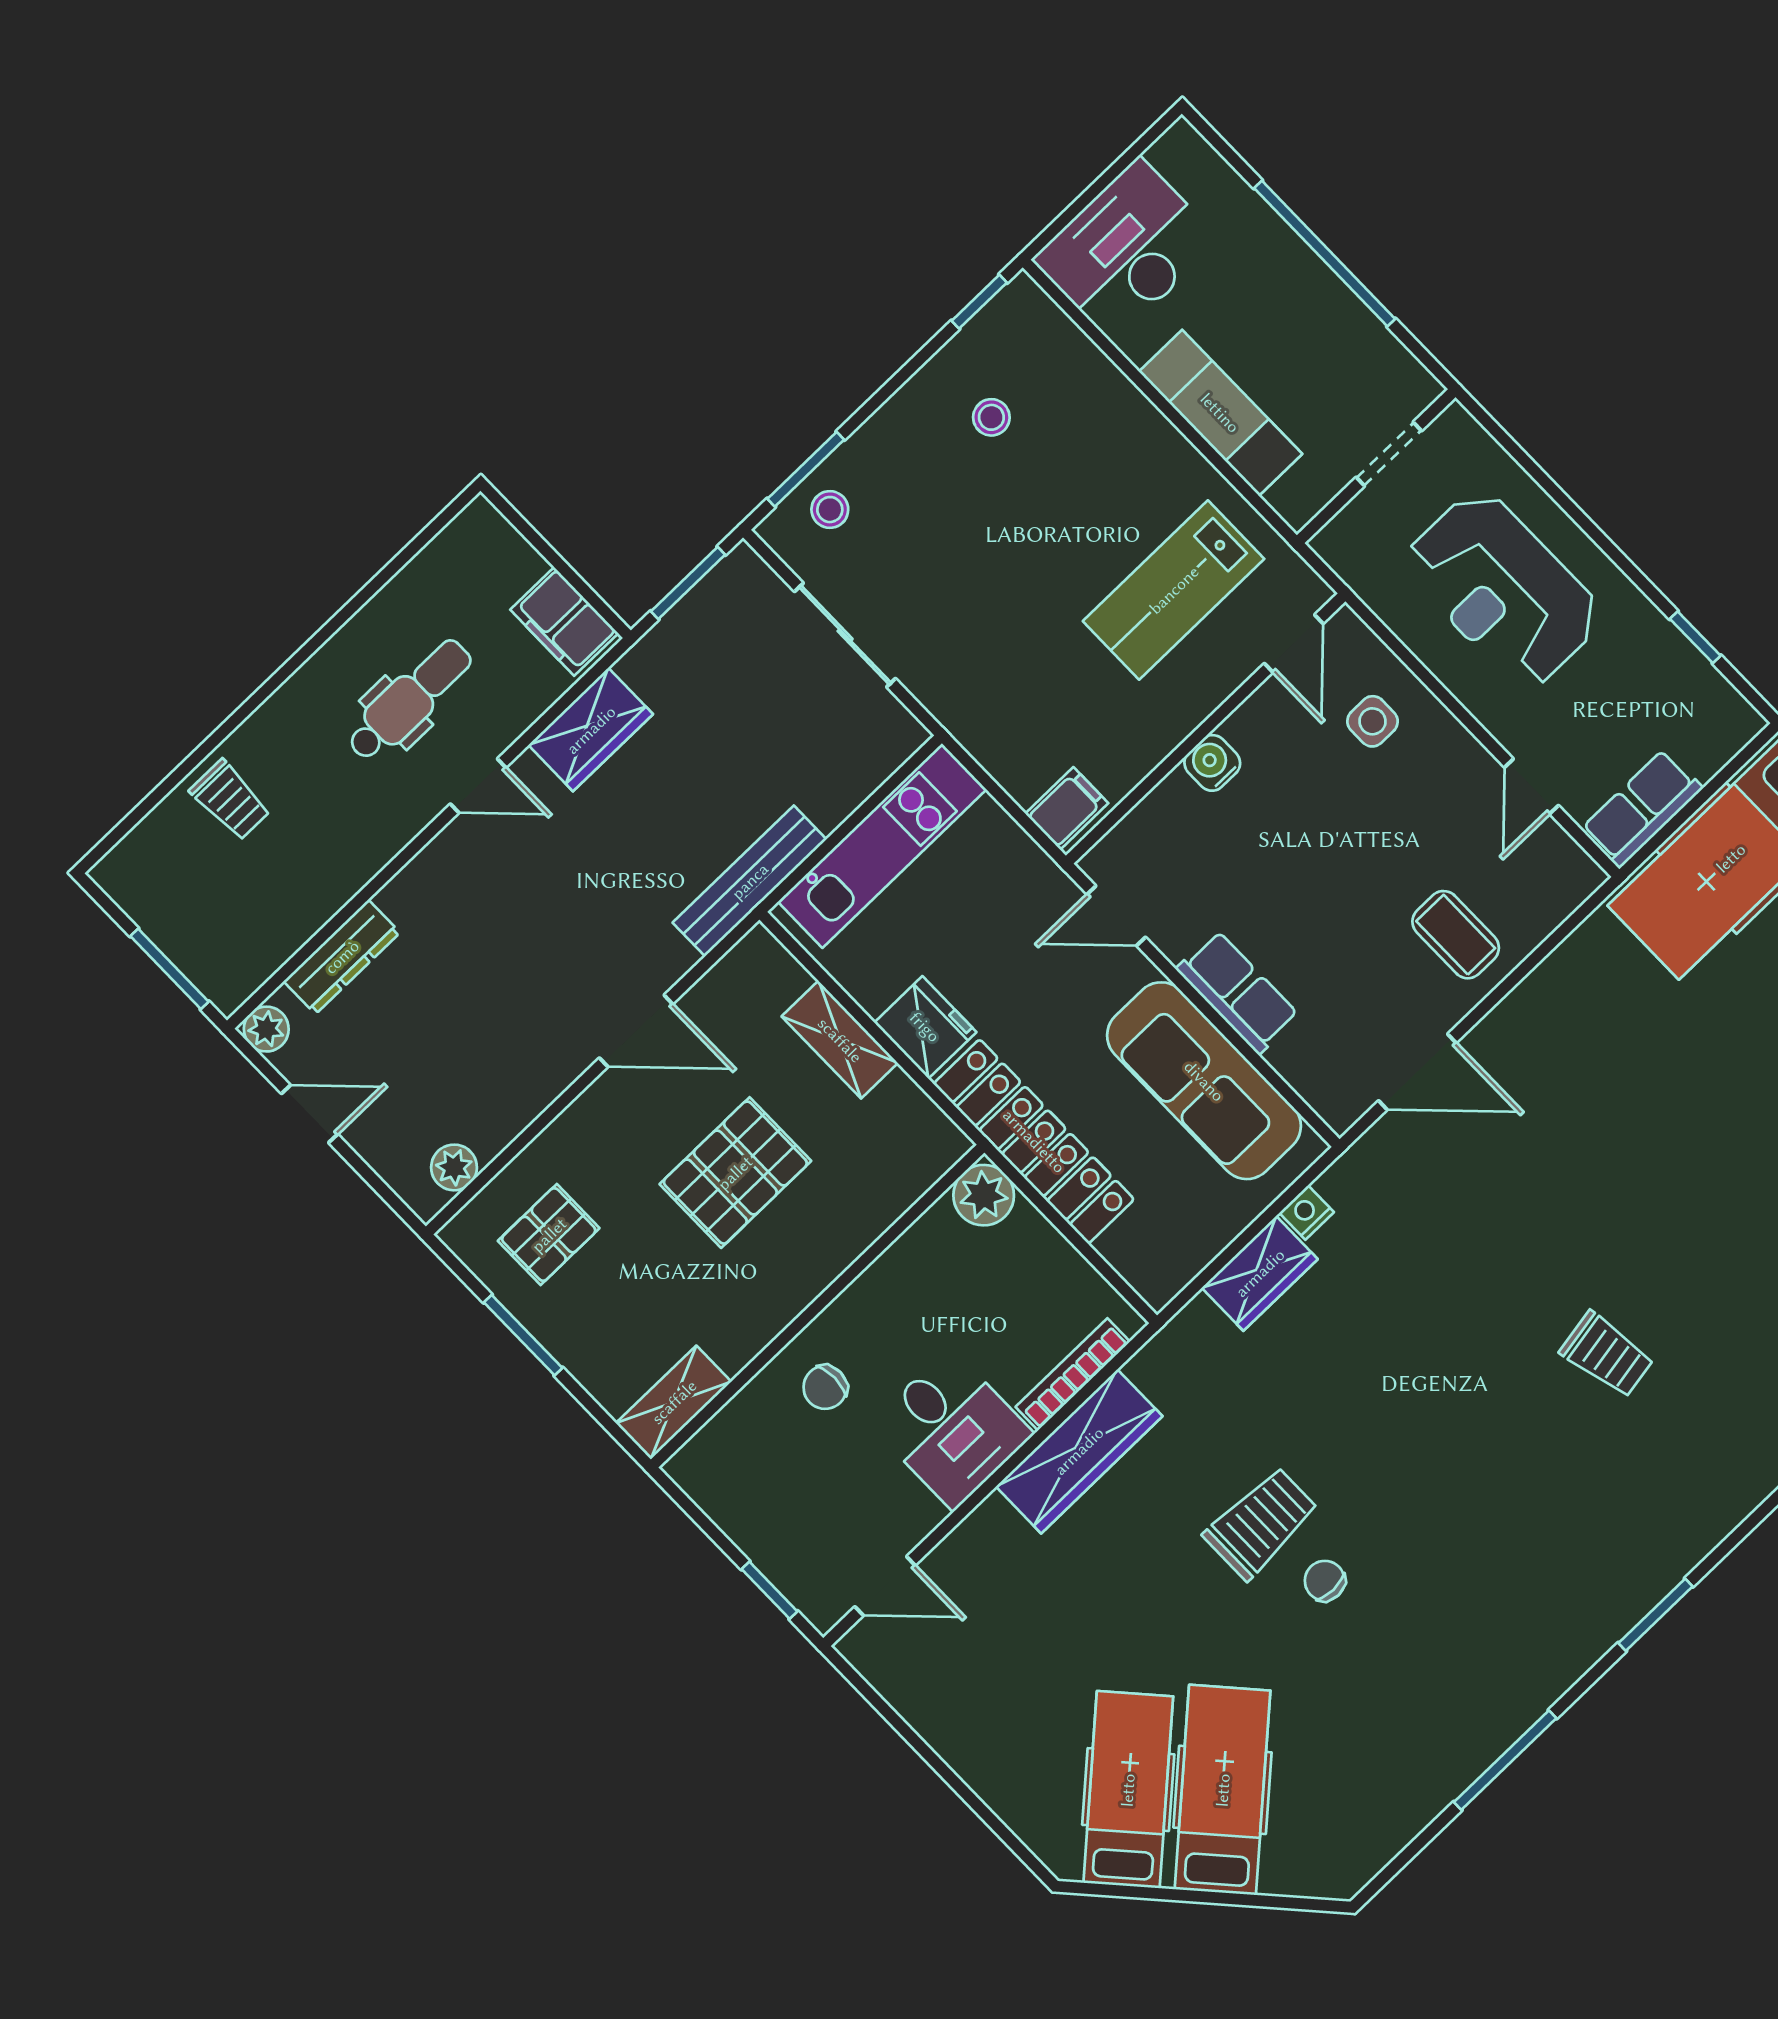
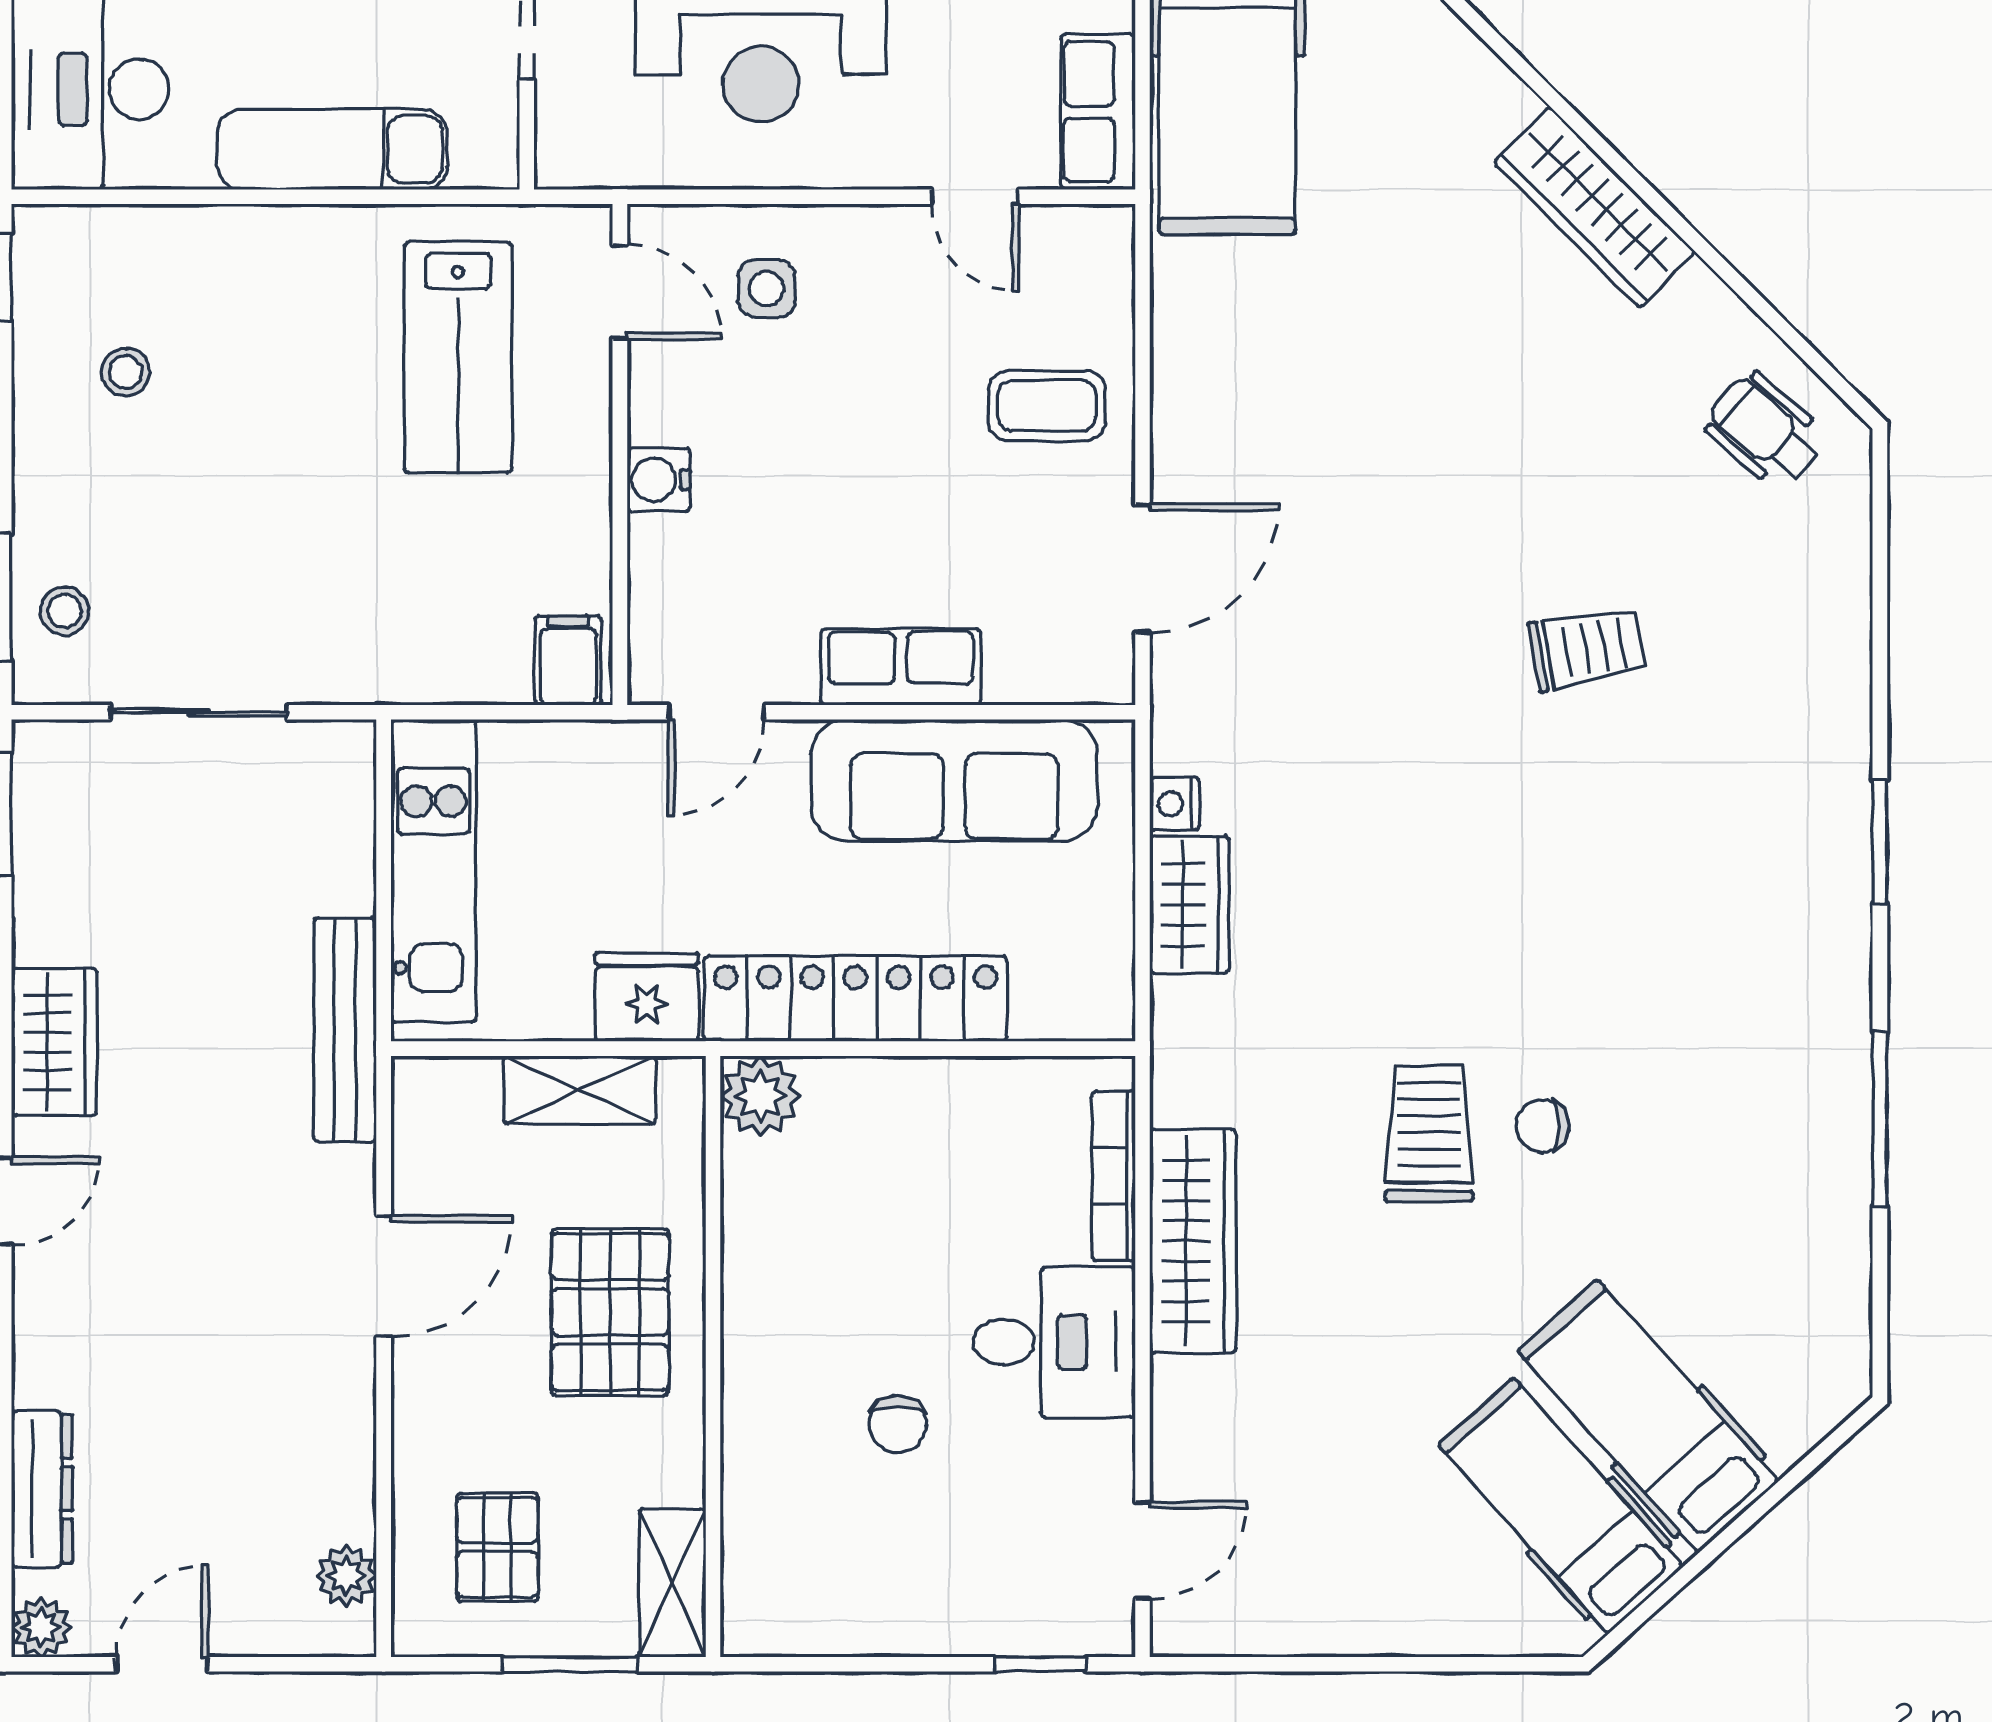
plant: (984, 1195) -> (760, 1096), moved
wall: (818, 1306) -> (713, 1356), moved
shelving: (674, 1402) -> (672, 1583), moved

